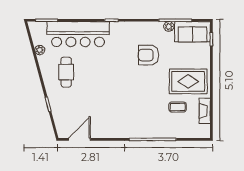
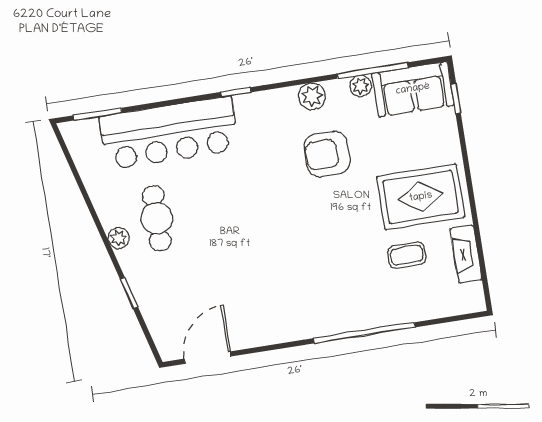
plant: (146, 28) -> (312, 96), added
plant: (40, 50) -> (119, 238), moved

